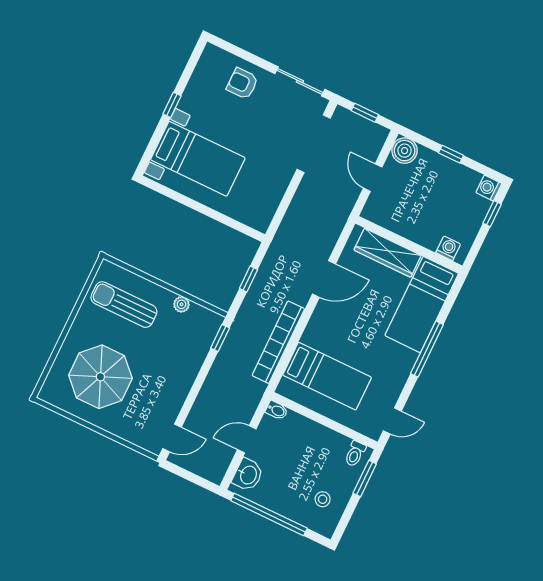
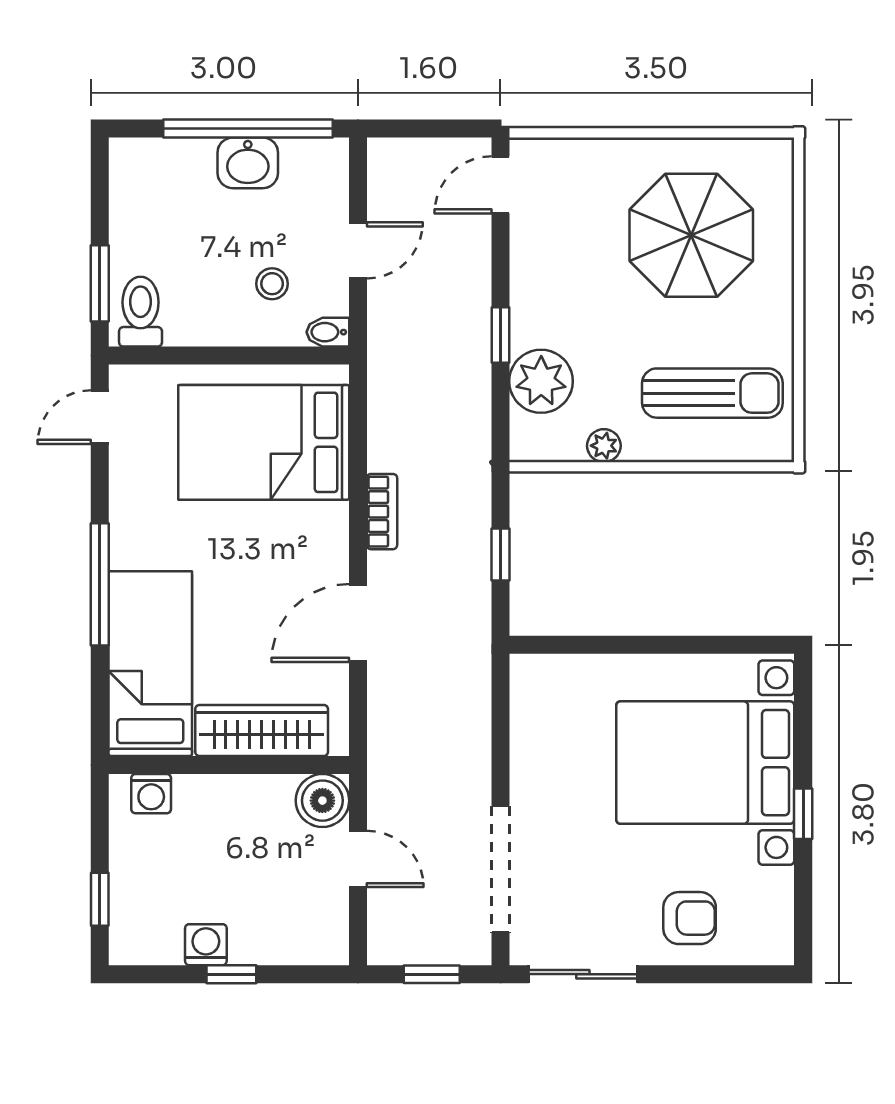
boiler: (405, 151) -> (322, 801), moved
bed with nightstands: (198, 159) -> (705, 763), width x1.36
washing machine: (489, 188) -> (206, 945), moved, turned -90
window: (220, 338) -> (500, 335), moved
bookcase: (278, 342) -> (382, 512), width x0.43, depth x0.76
plant: (195, 345) -> (541, 381), added
bed: (327, 376) -> (264, 442), width x1.50
toilet: (355, 454) -> (141, 312), width x1.37, depth x1.39
washbasin: (248, 475) -> (248, 163), moved, turned -90
stool: (323, 499) -> (272, 284), moved

